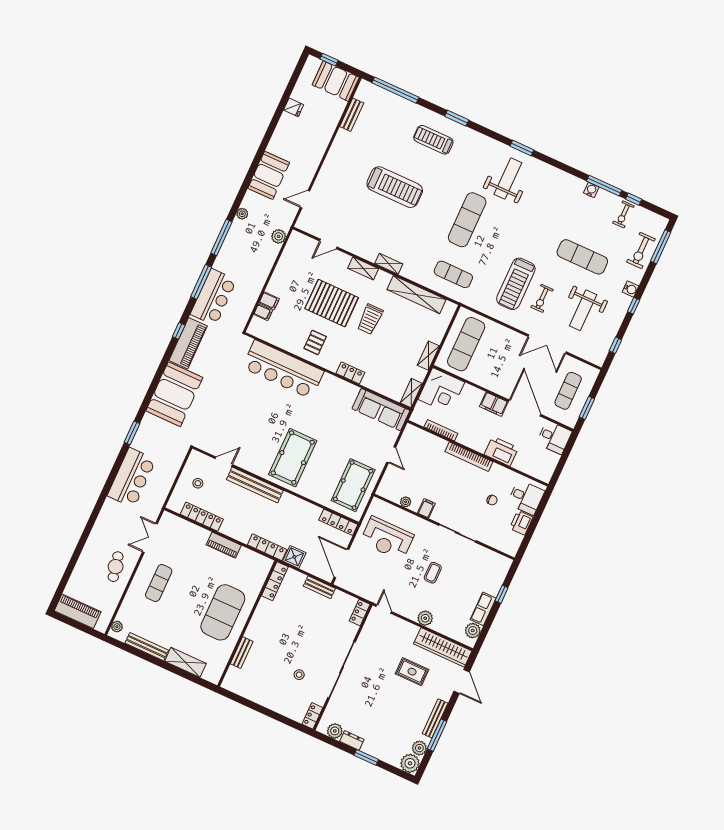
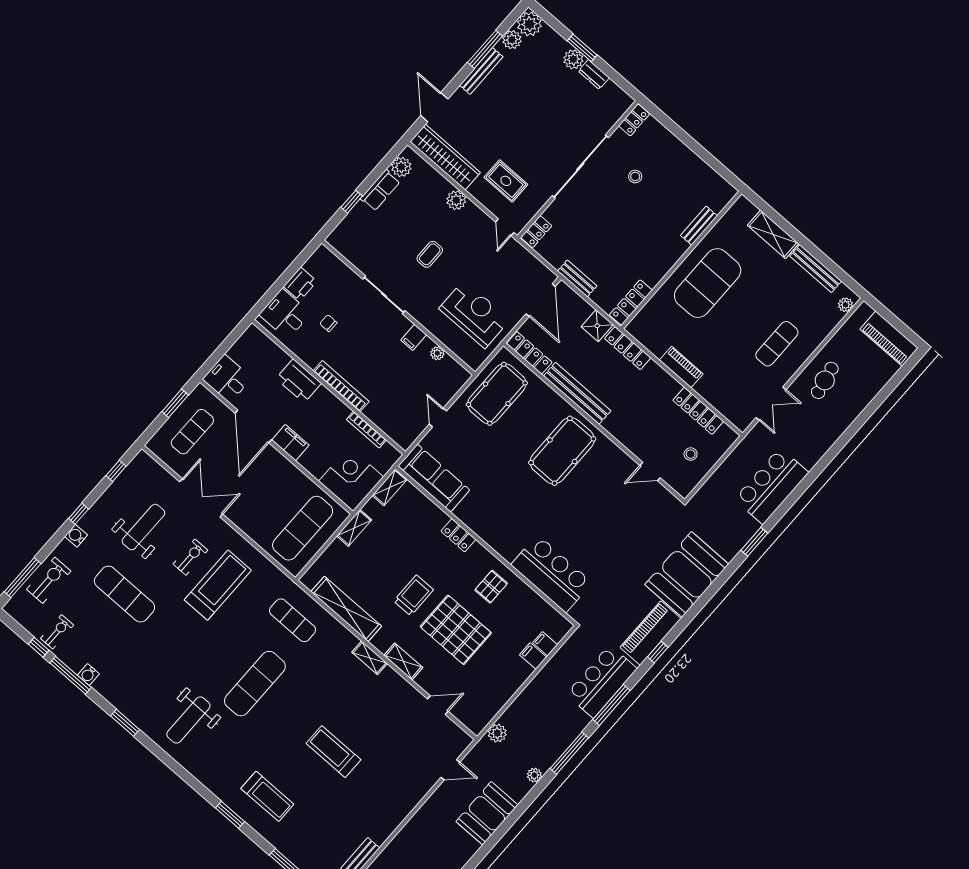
window: (522, 148) -> (125, 723), moved
treadmill: (395, 187) -> (333, 752), width x0.73, depth x0.73
bar counter: (283, 369) -> (552, 574), width x0.73
bench: (255, 485) -> (577, 393), moved
rug: (412, 672) -> (506, 181), moved
plant: (335, 731) -> (573, 59), moved

